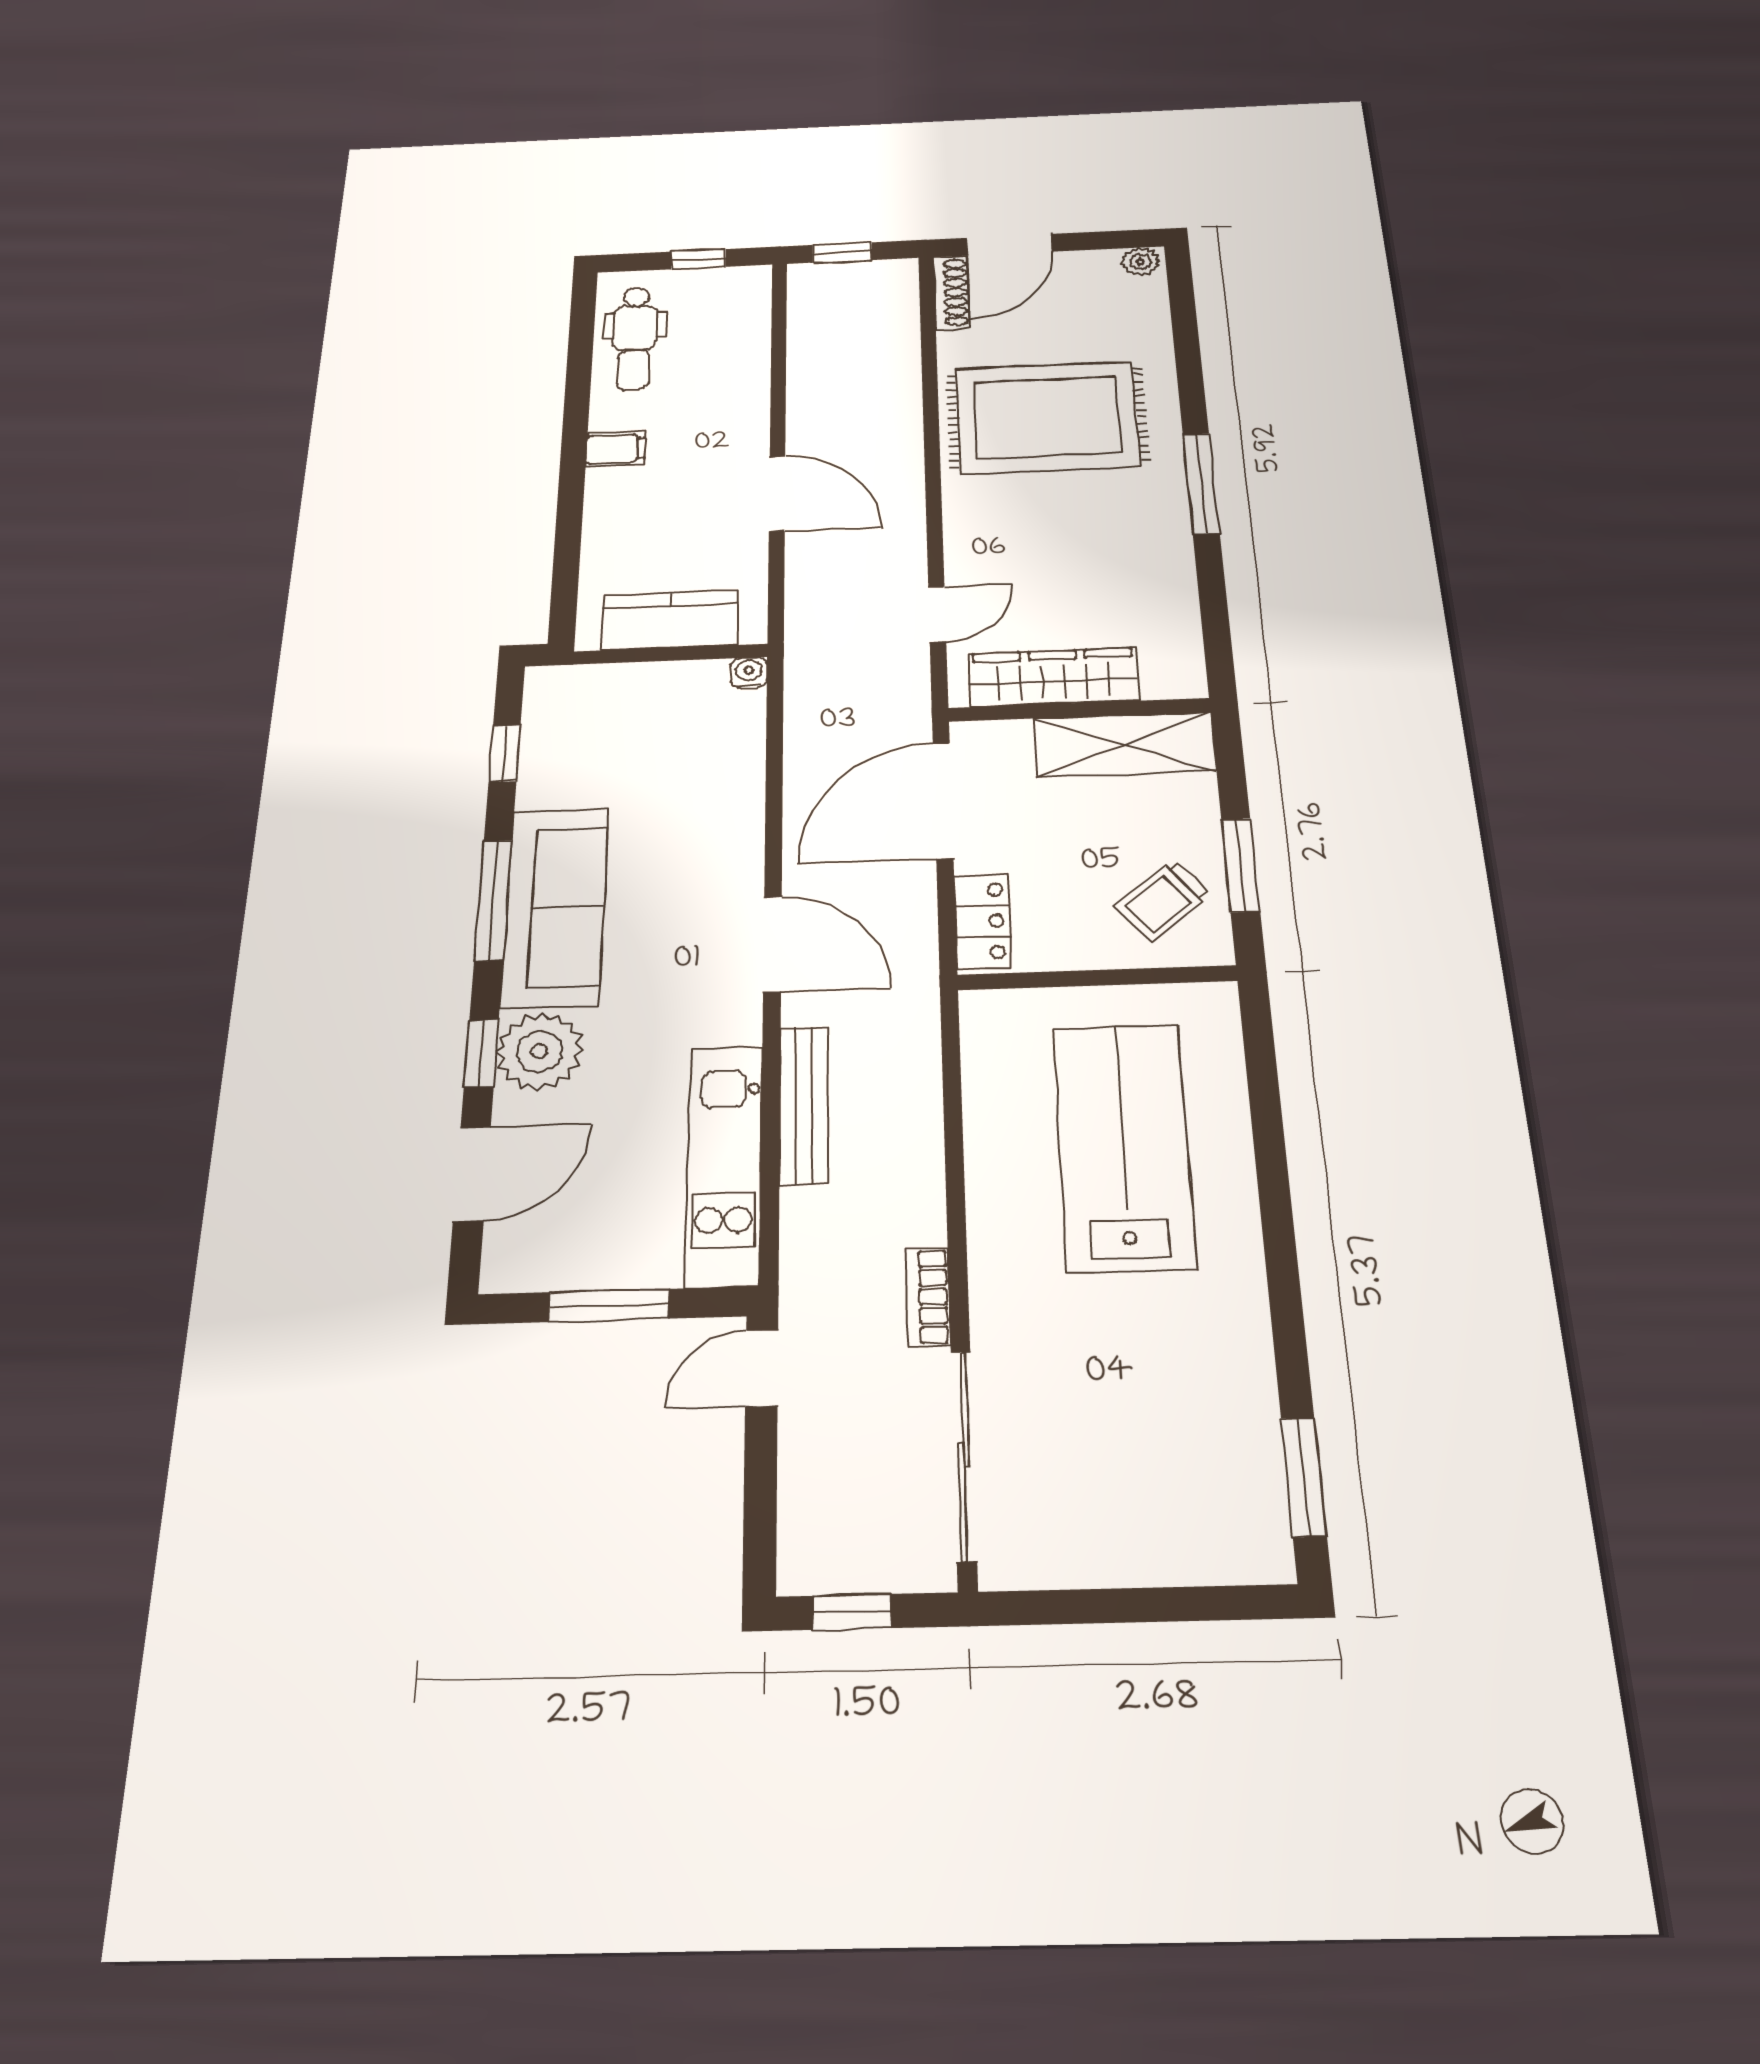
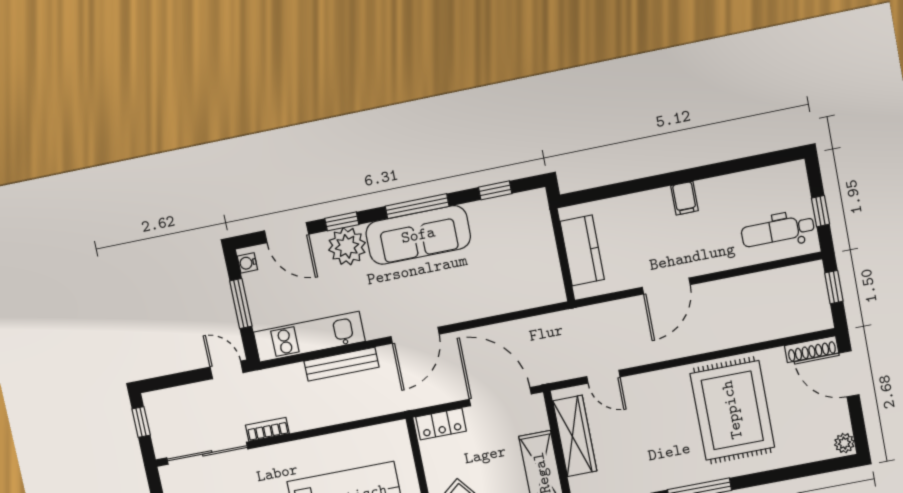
dental chair: (635, 338) -> (778, 231), moved
water cooler: (749, 673) -> (247, 263), moved, turned 180

